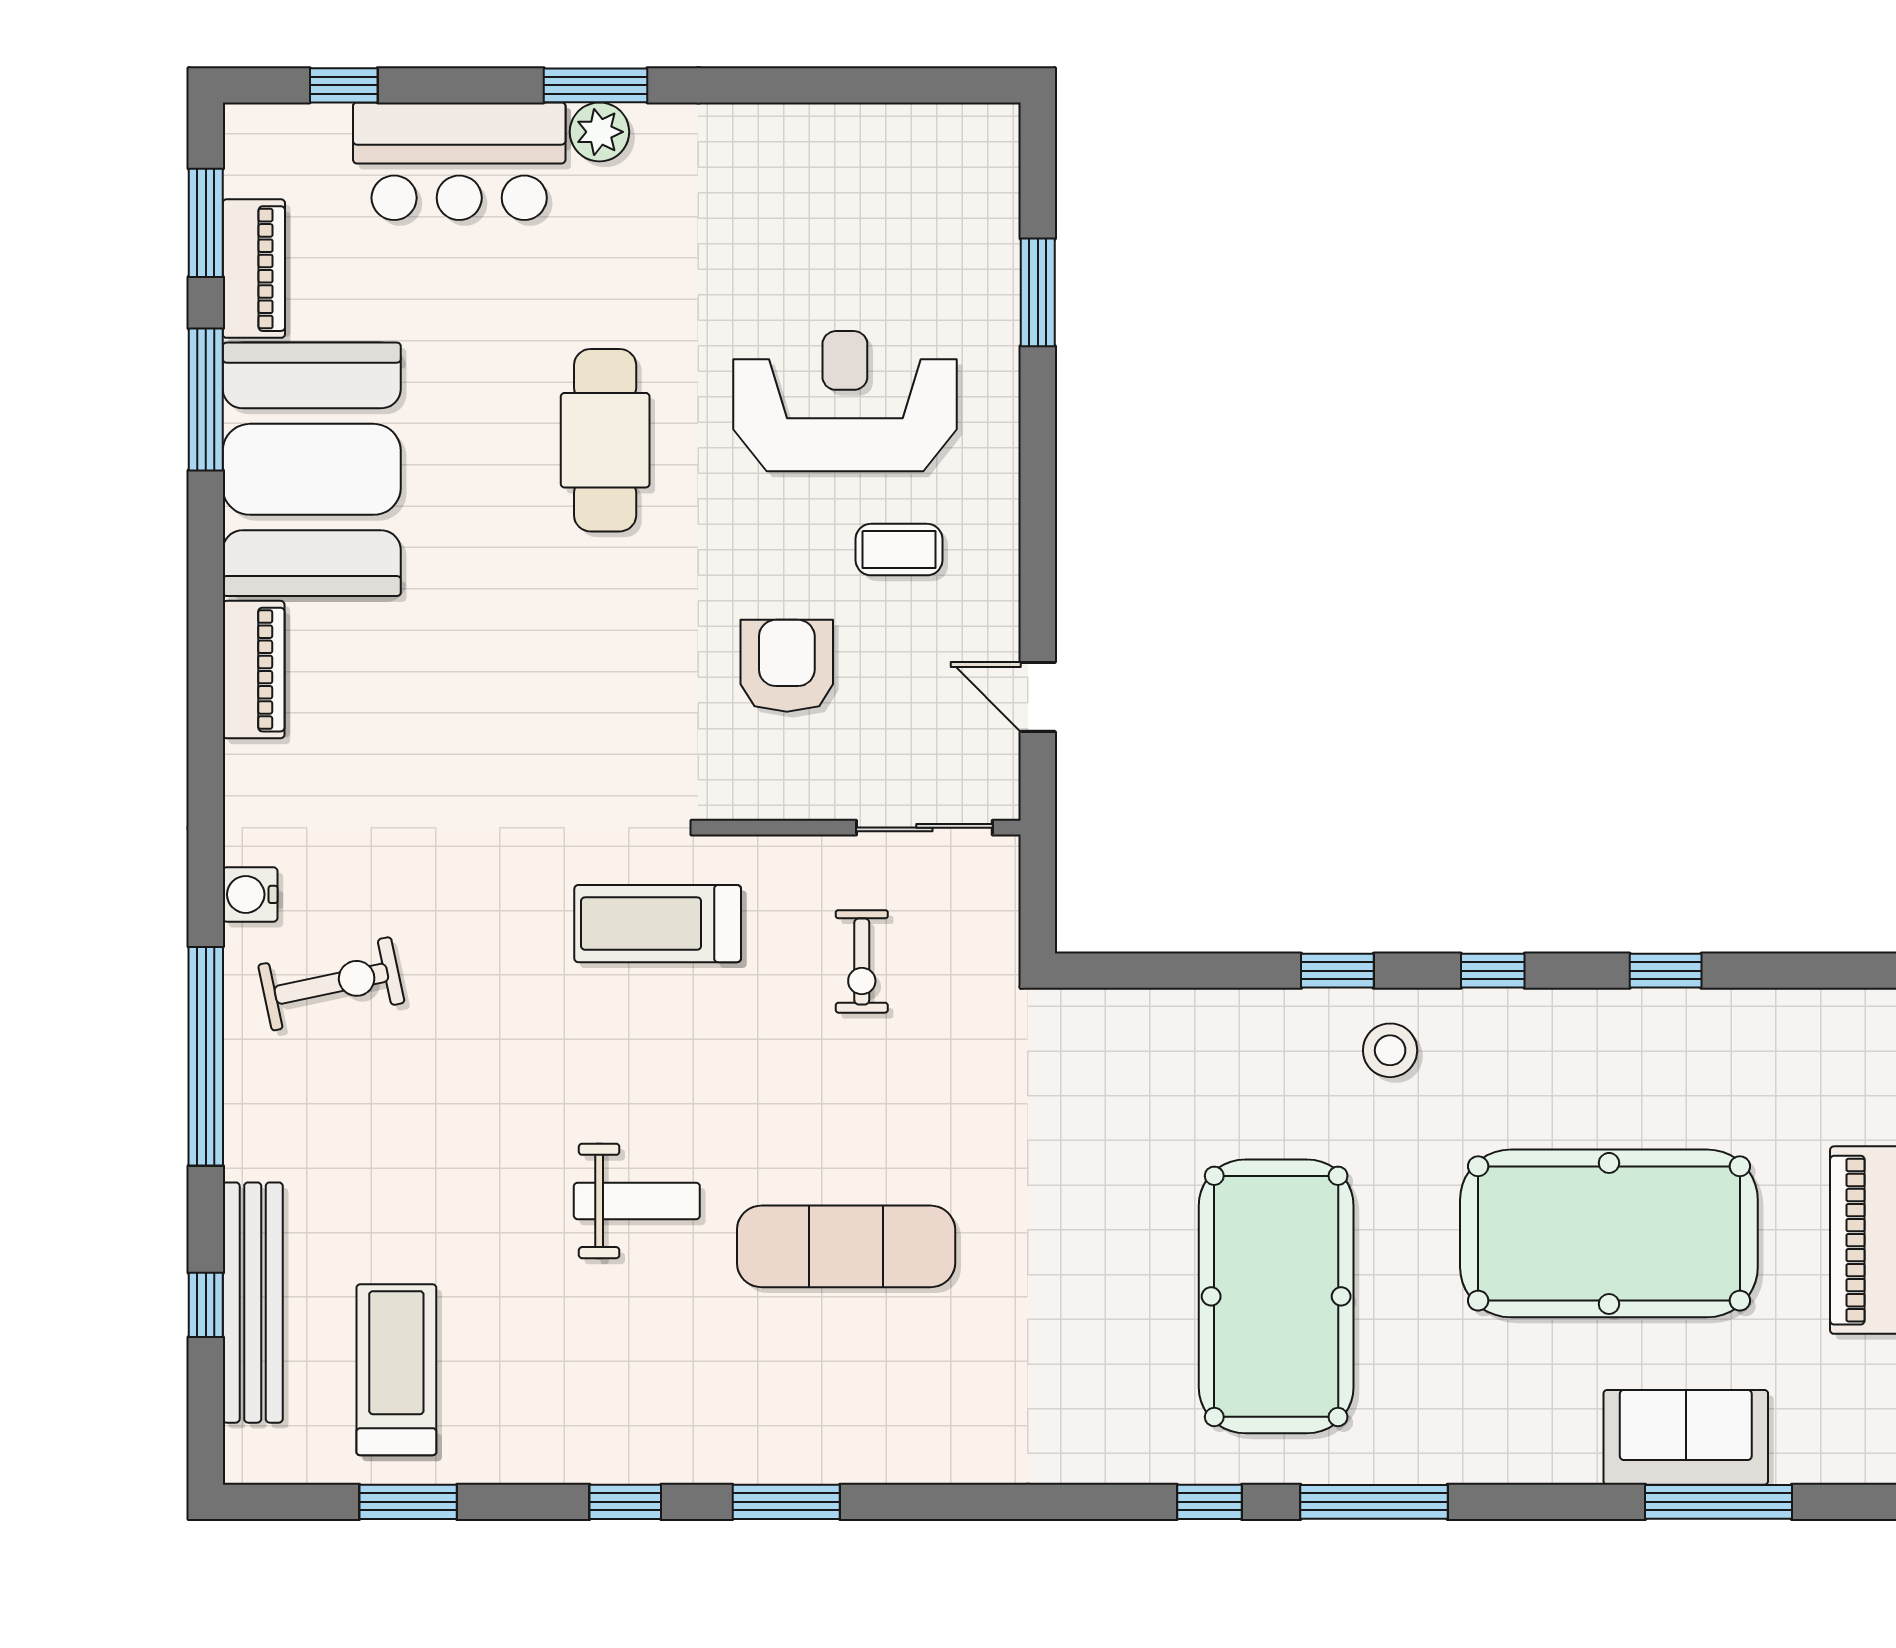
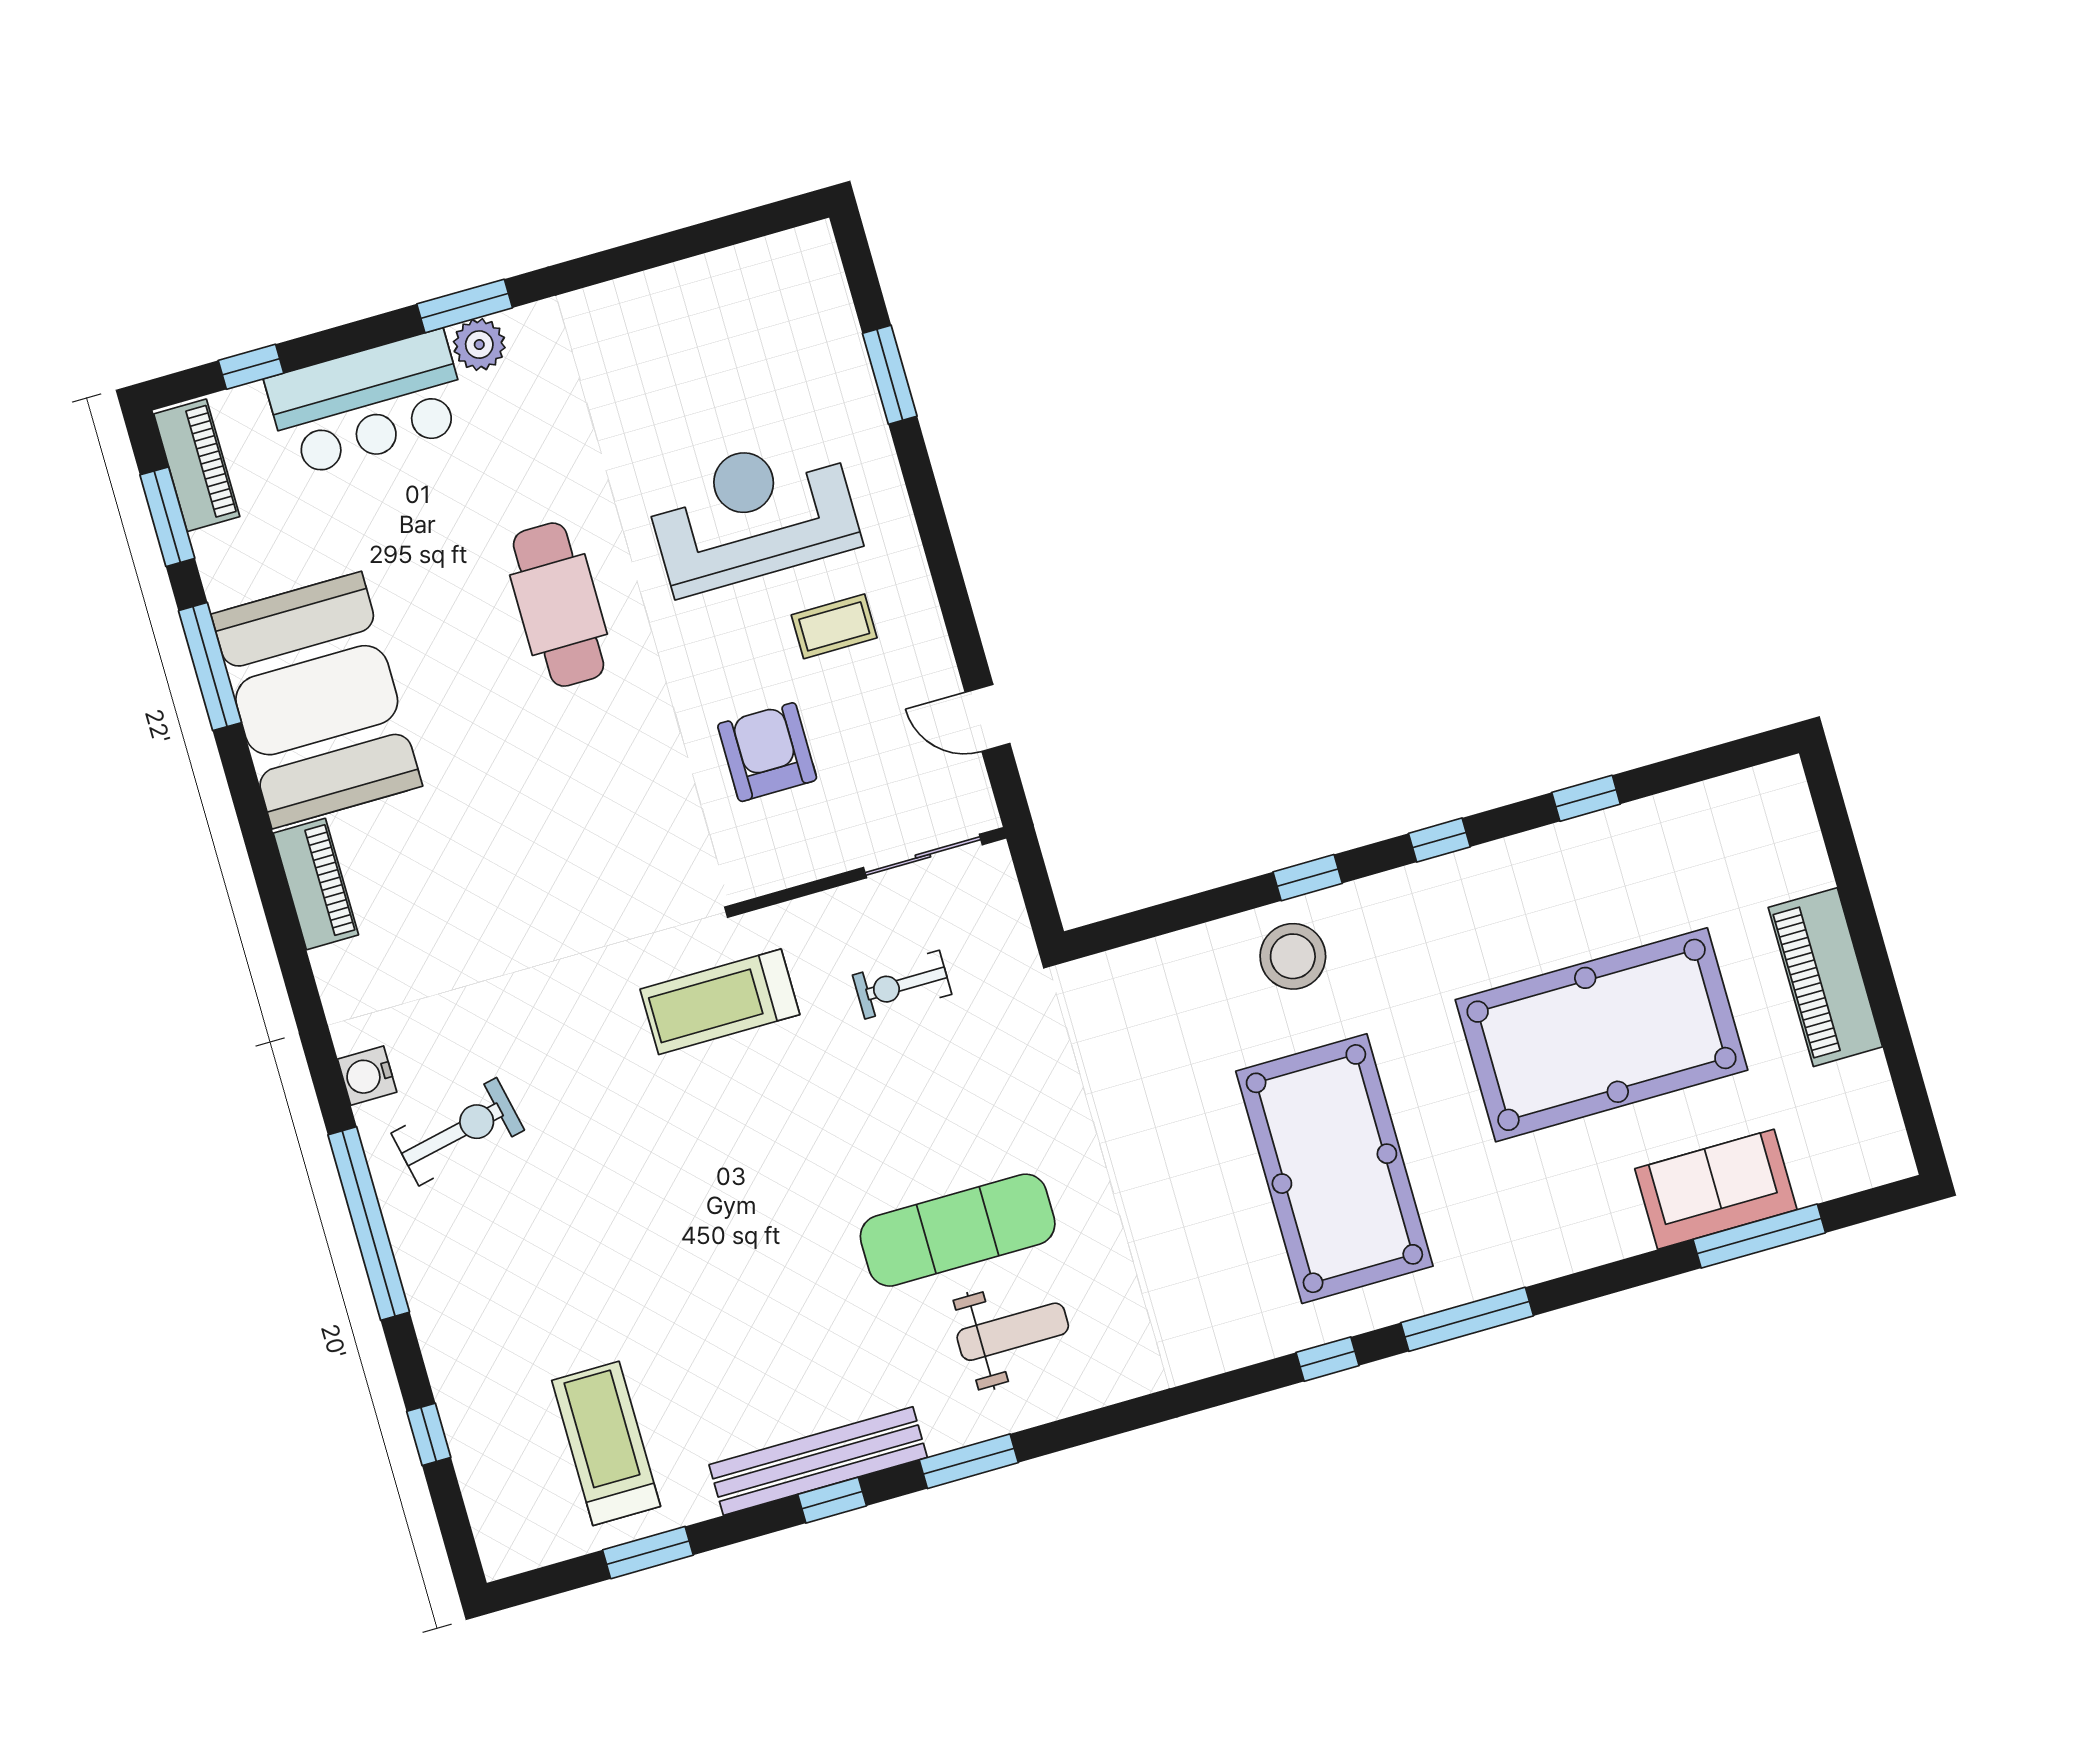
piano: (254, 269) -> (197, 465), moved
exercise bike: (862, 961) -> (902, 985), turned 90
stool: (1390, 1050) -> (1293, 956), moved, width x1.38, depth x1.38
weight bench: (637, 1201) -> (1013, 1332), moved
bench: (253, 1303) -> (818, 1461), moved, turned 90

